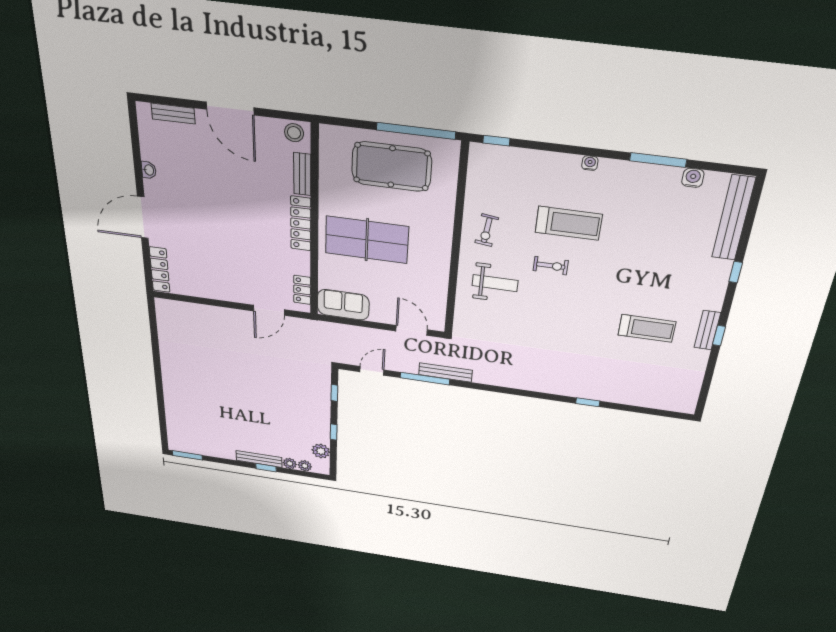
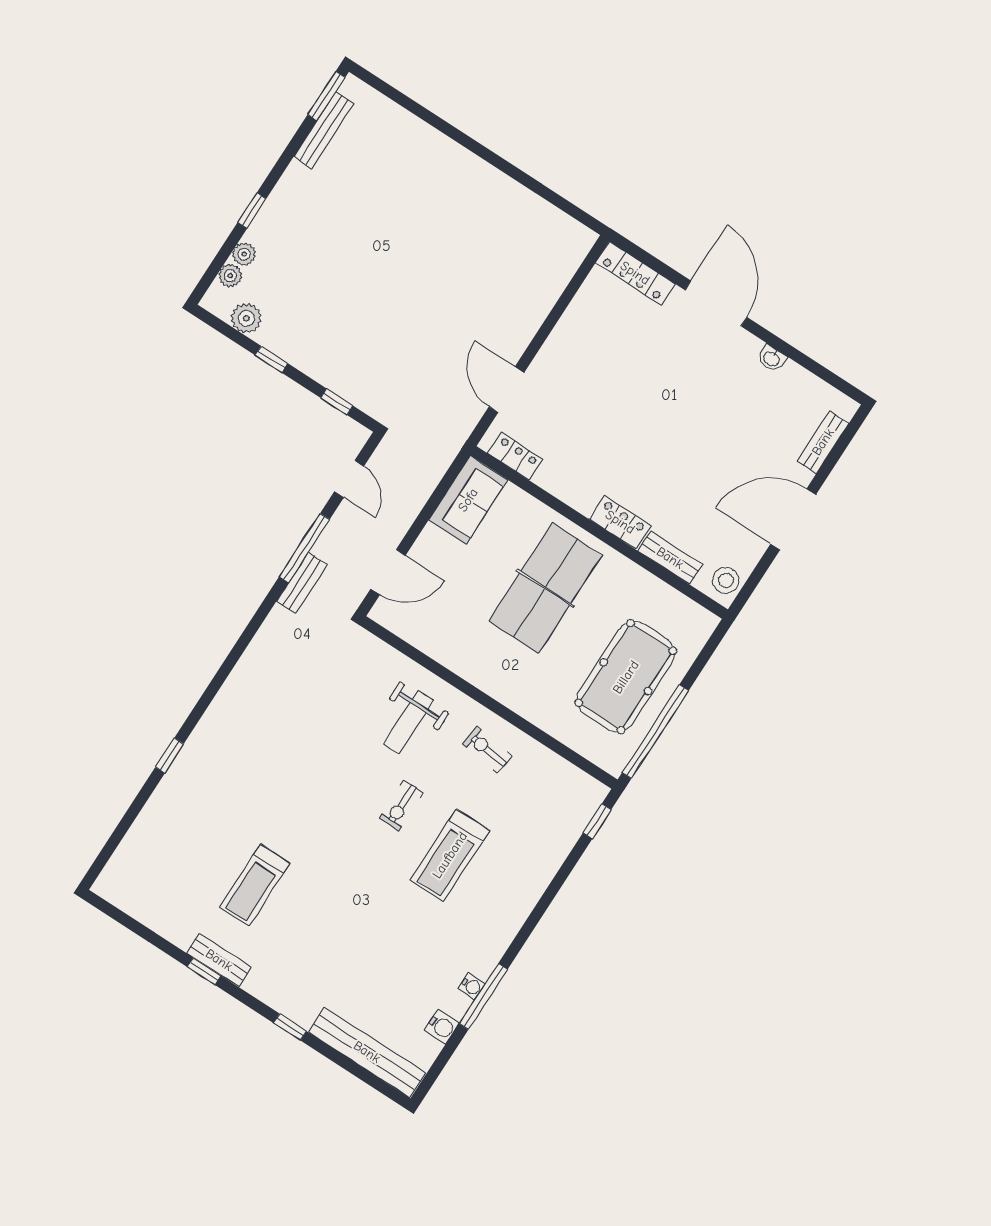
water cooler: (590, 163) -> (472, 986), moved
locker: (301, 223) -> (620, 522), width x0.66
bench: (445, 372) -> (302, 583), width x0.73
bench: (259, 459) -> (324, 130), moved

